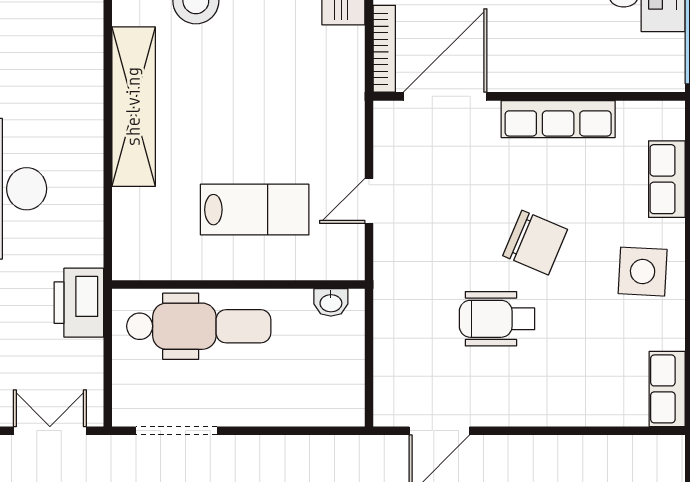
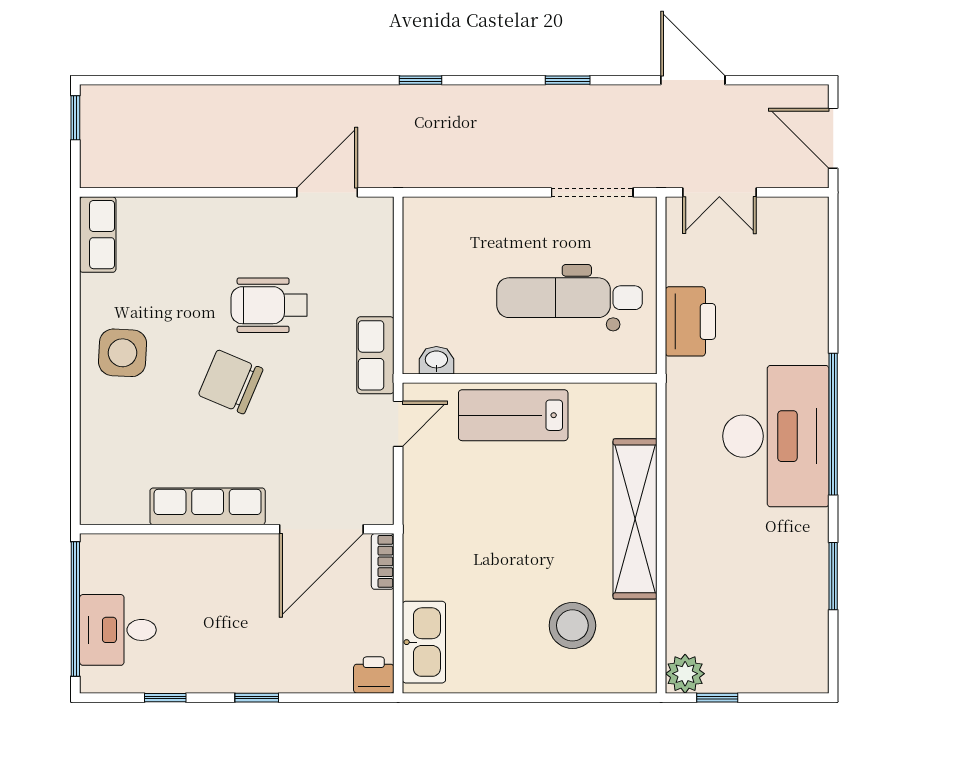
bookcase: (384, 49) -> (383, 561), width x0.64
row of seats: (667, 179) -> (375, 355), moved, turned 180
wall: (238, 284) -> (530, 378), moved
washbasin: (331, 302) -> (436, 360), moved
wheelchair: (497, 319) -> (269, 305), turned 180

